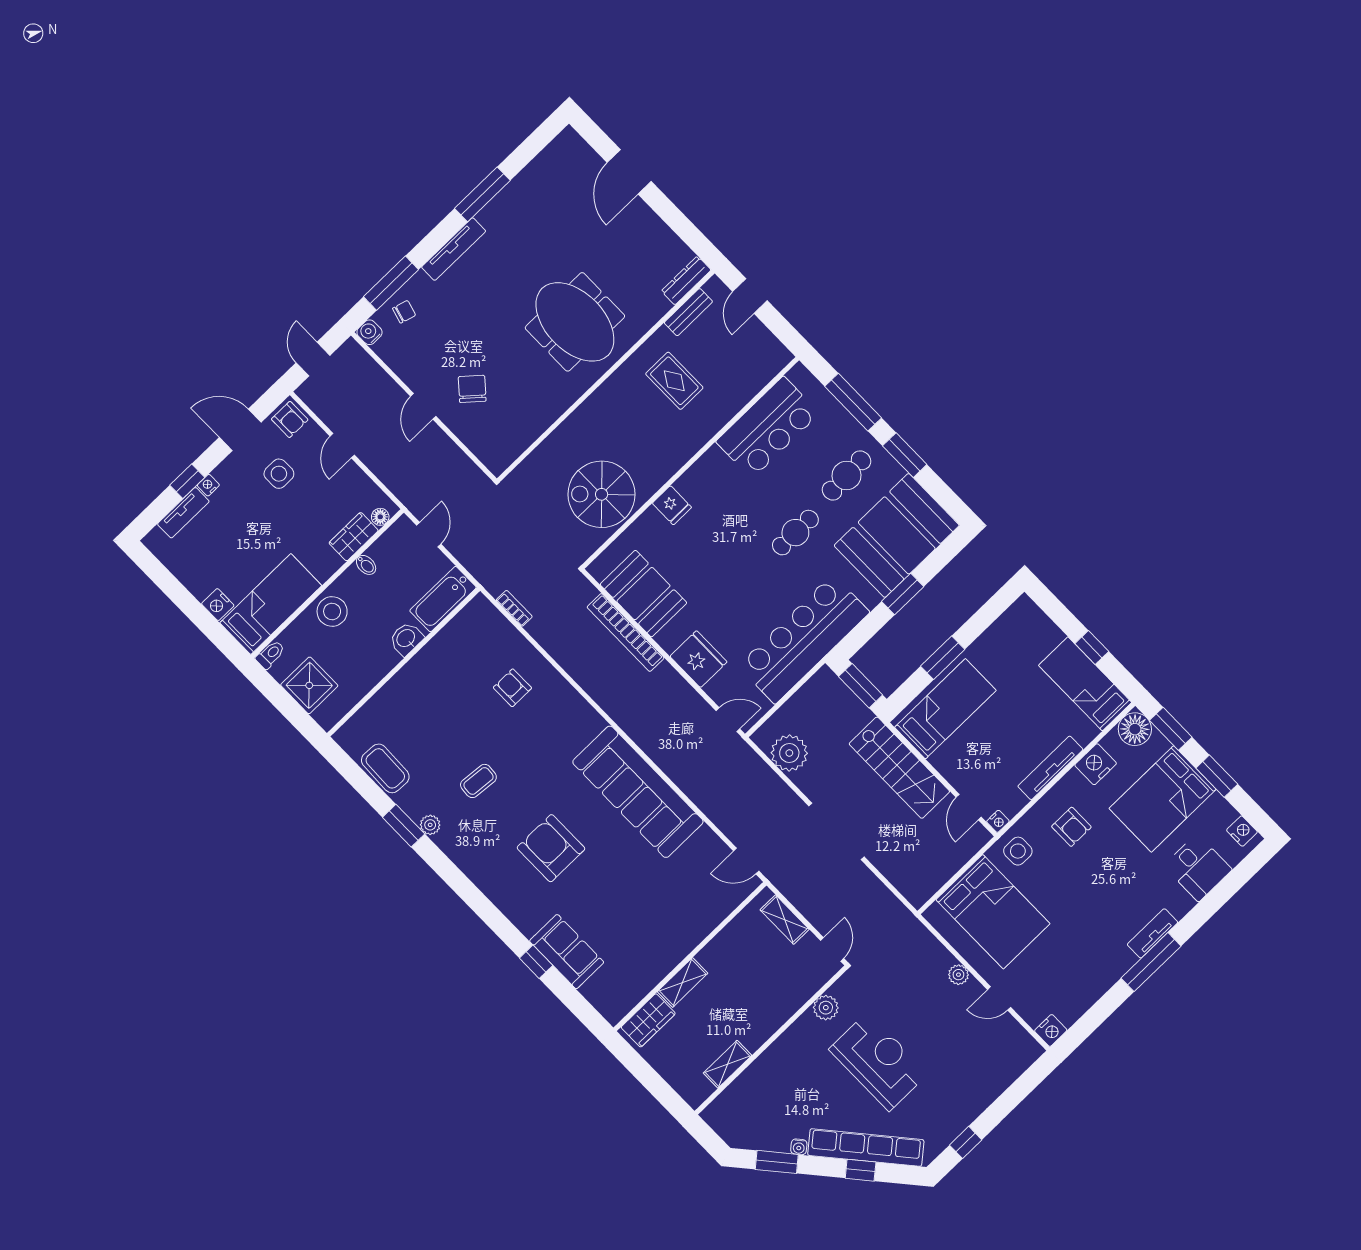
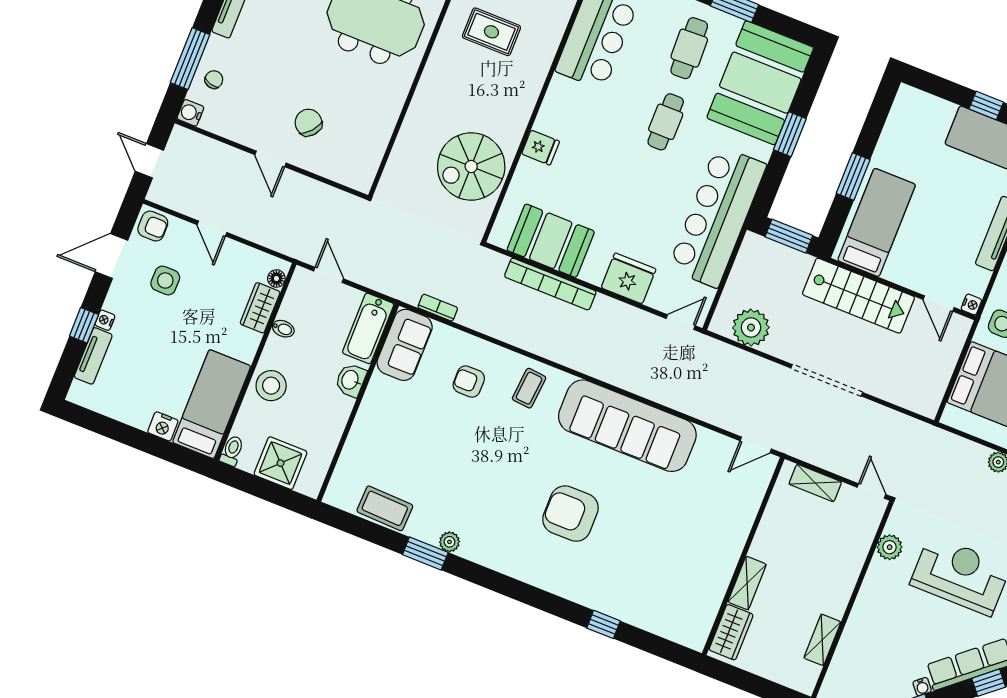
coffee table: (478, 781) -> (529, 388), moved
sofa: (567, 952) -> (405, 345), moved, turned 90

